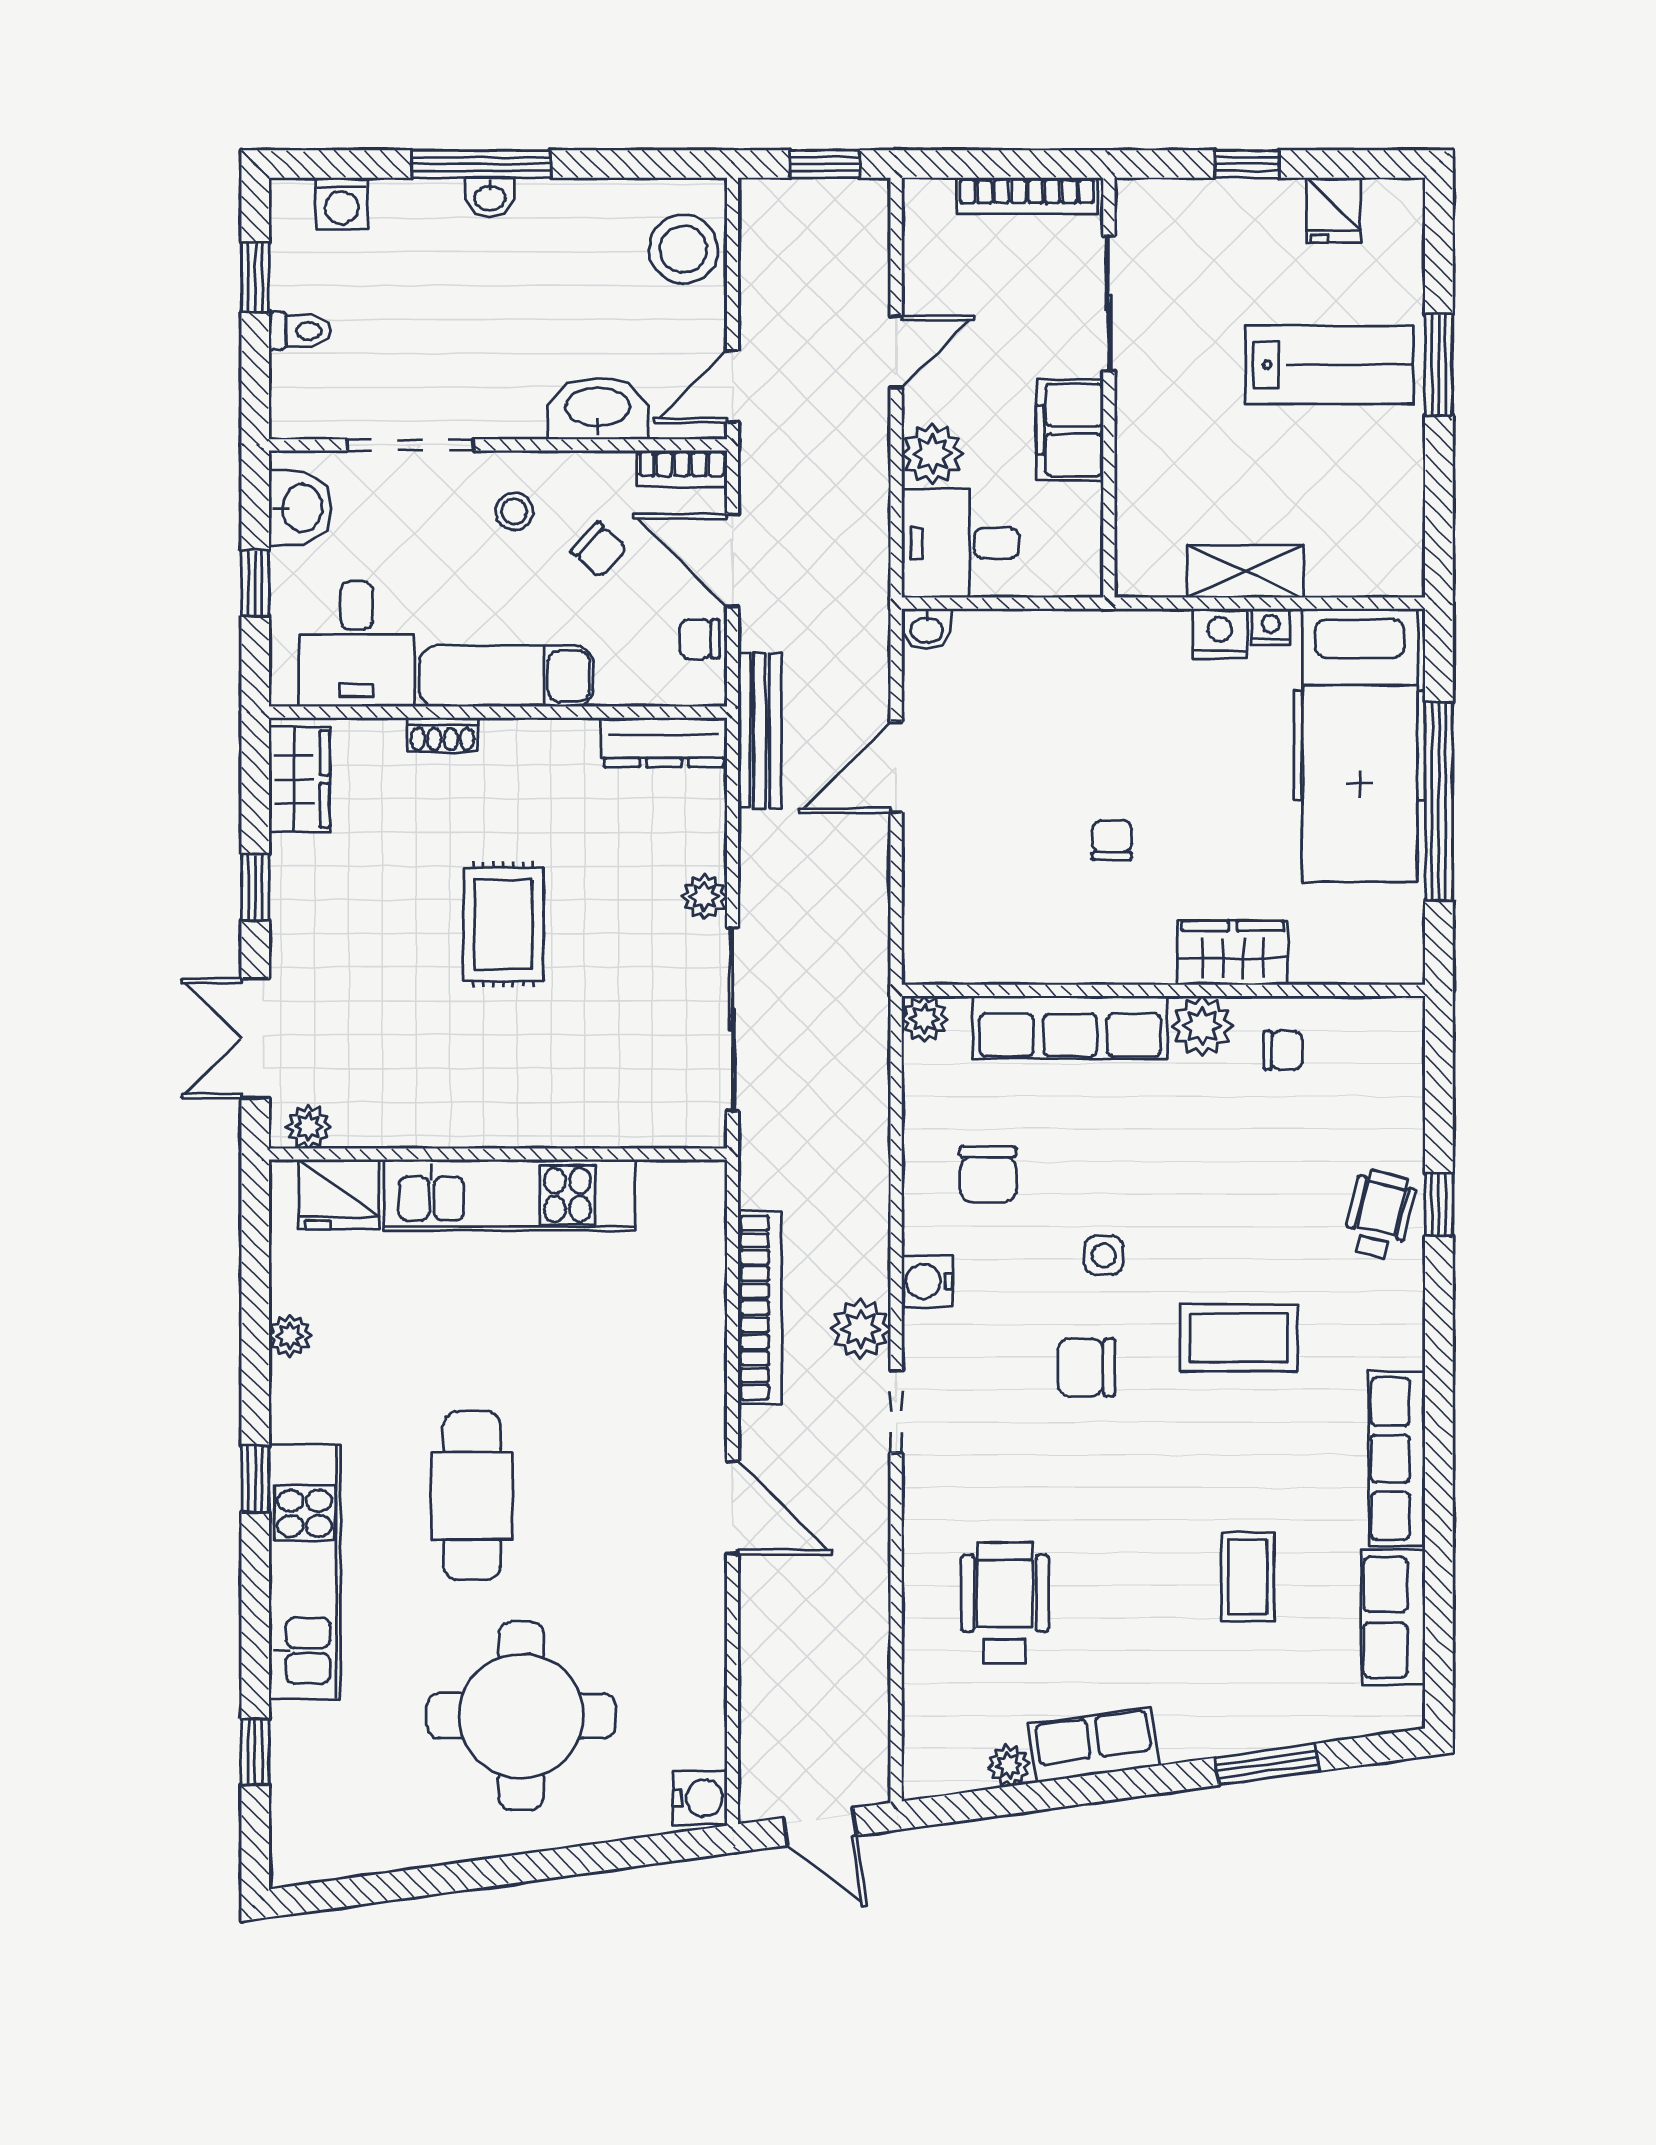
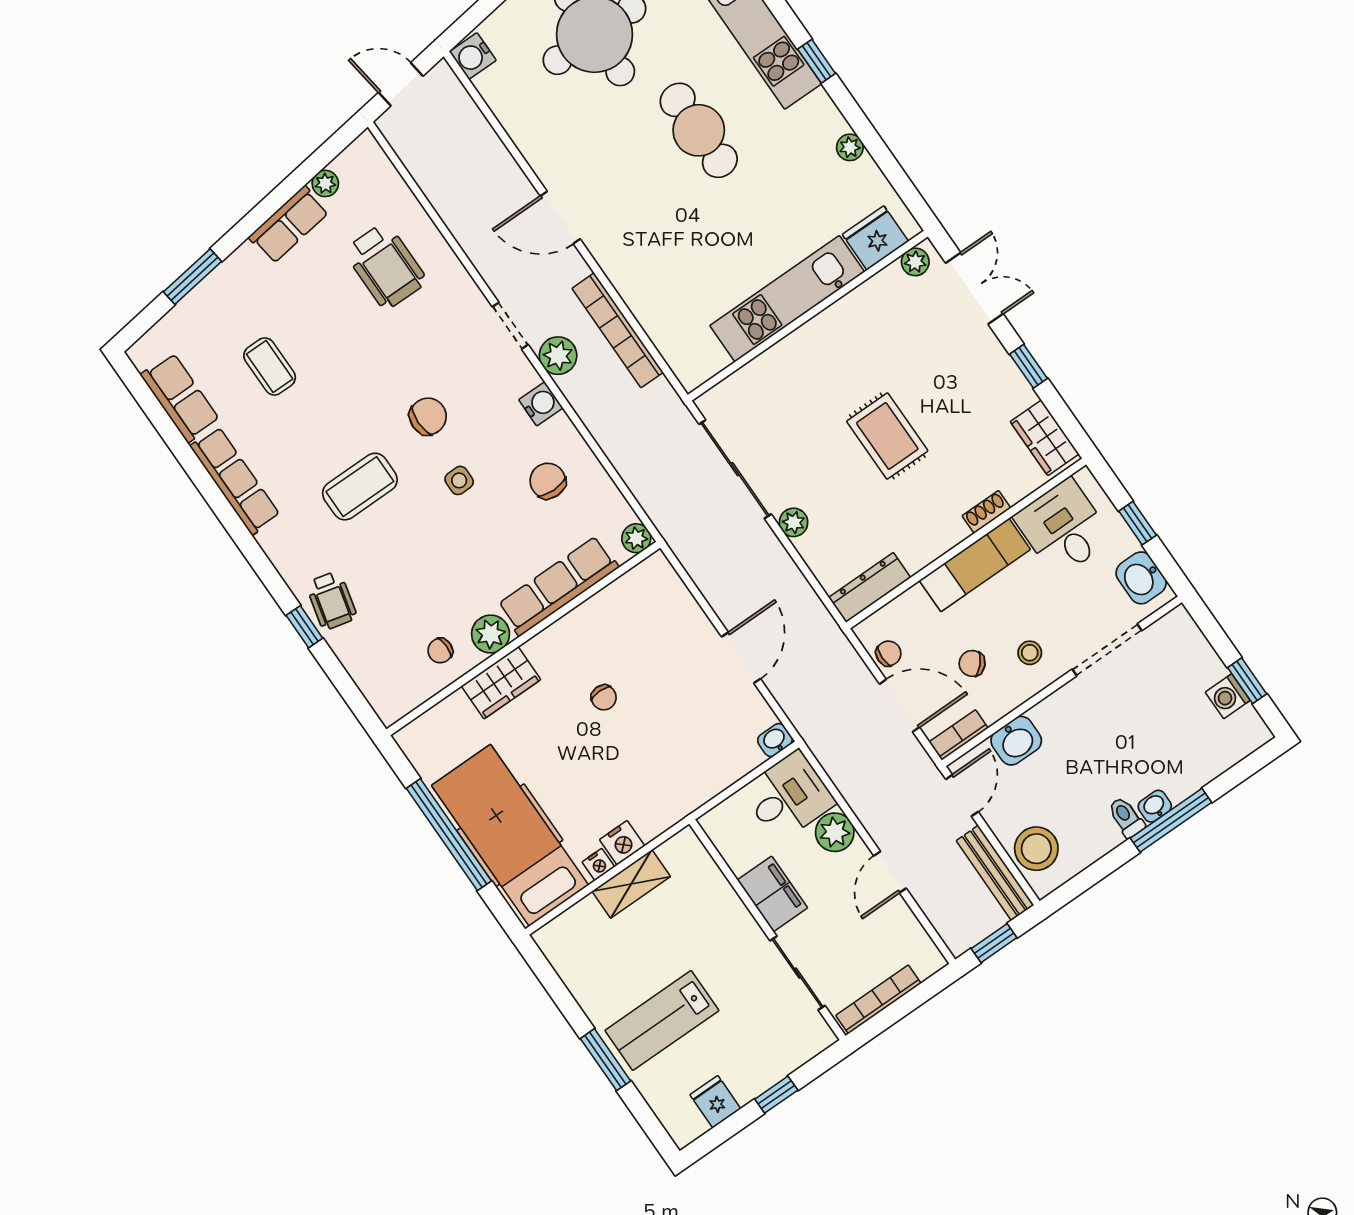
washing machine: (342, 203) -> (1228, 696), moved, turned -90
toilet: (300, 331) -> (1126, 817), moved, turned 90
washbasin: (598, 409) -> (1016, 741), width x0.72
bench: (760, 731) -> (995, 873), moved

